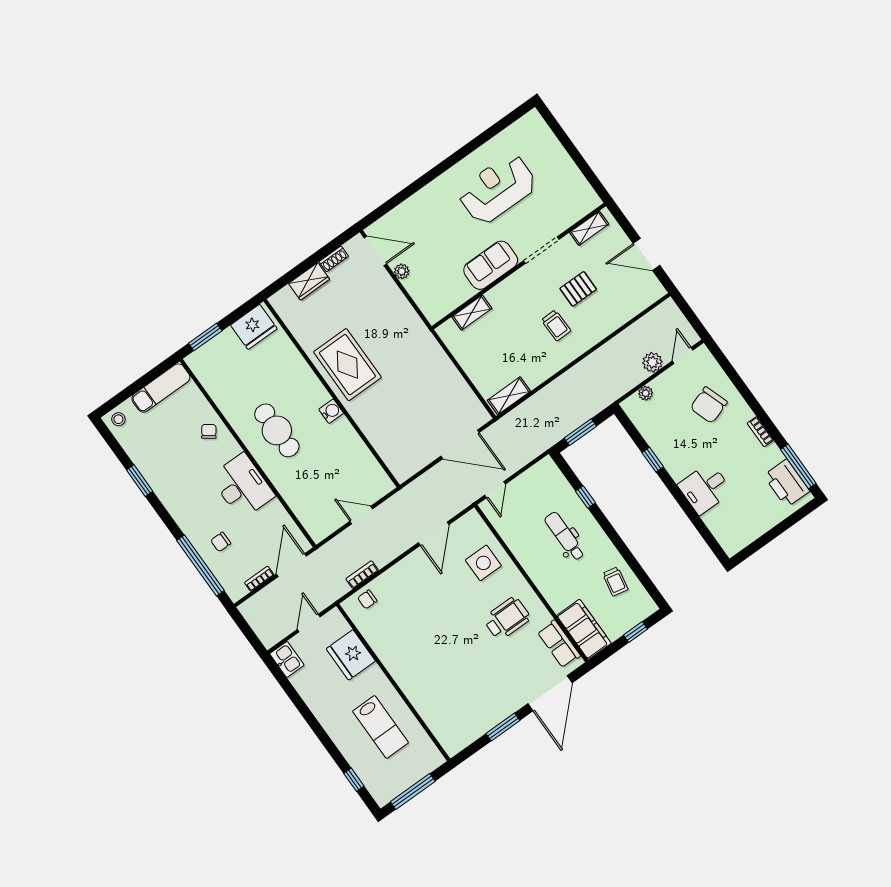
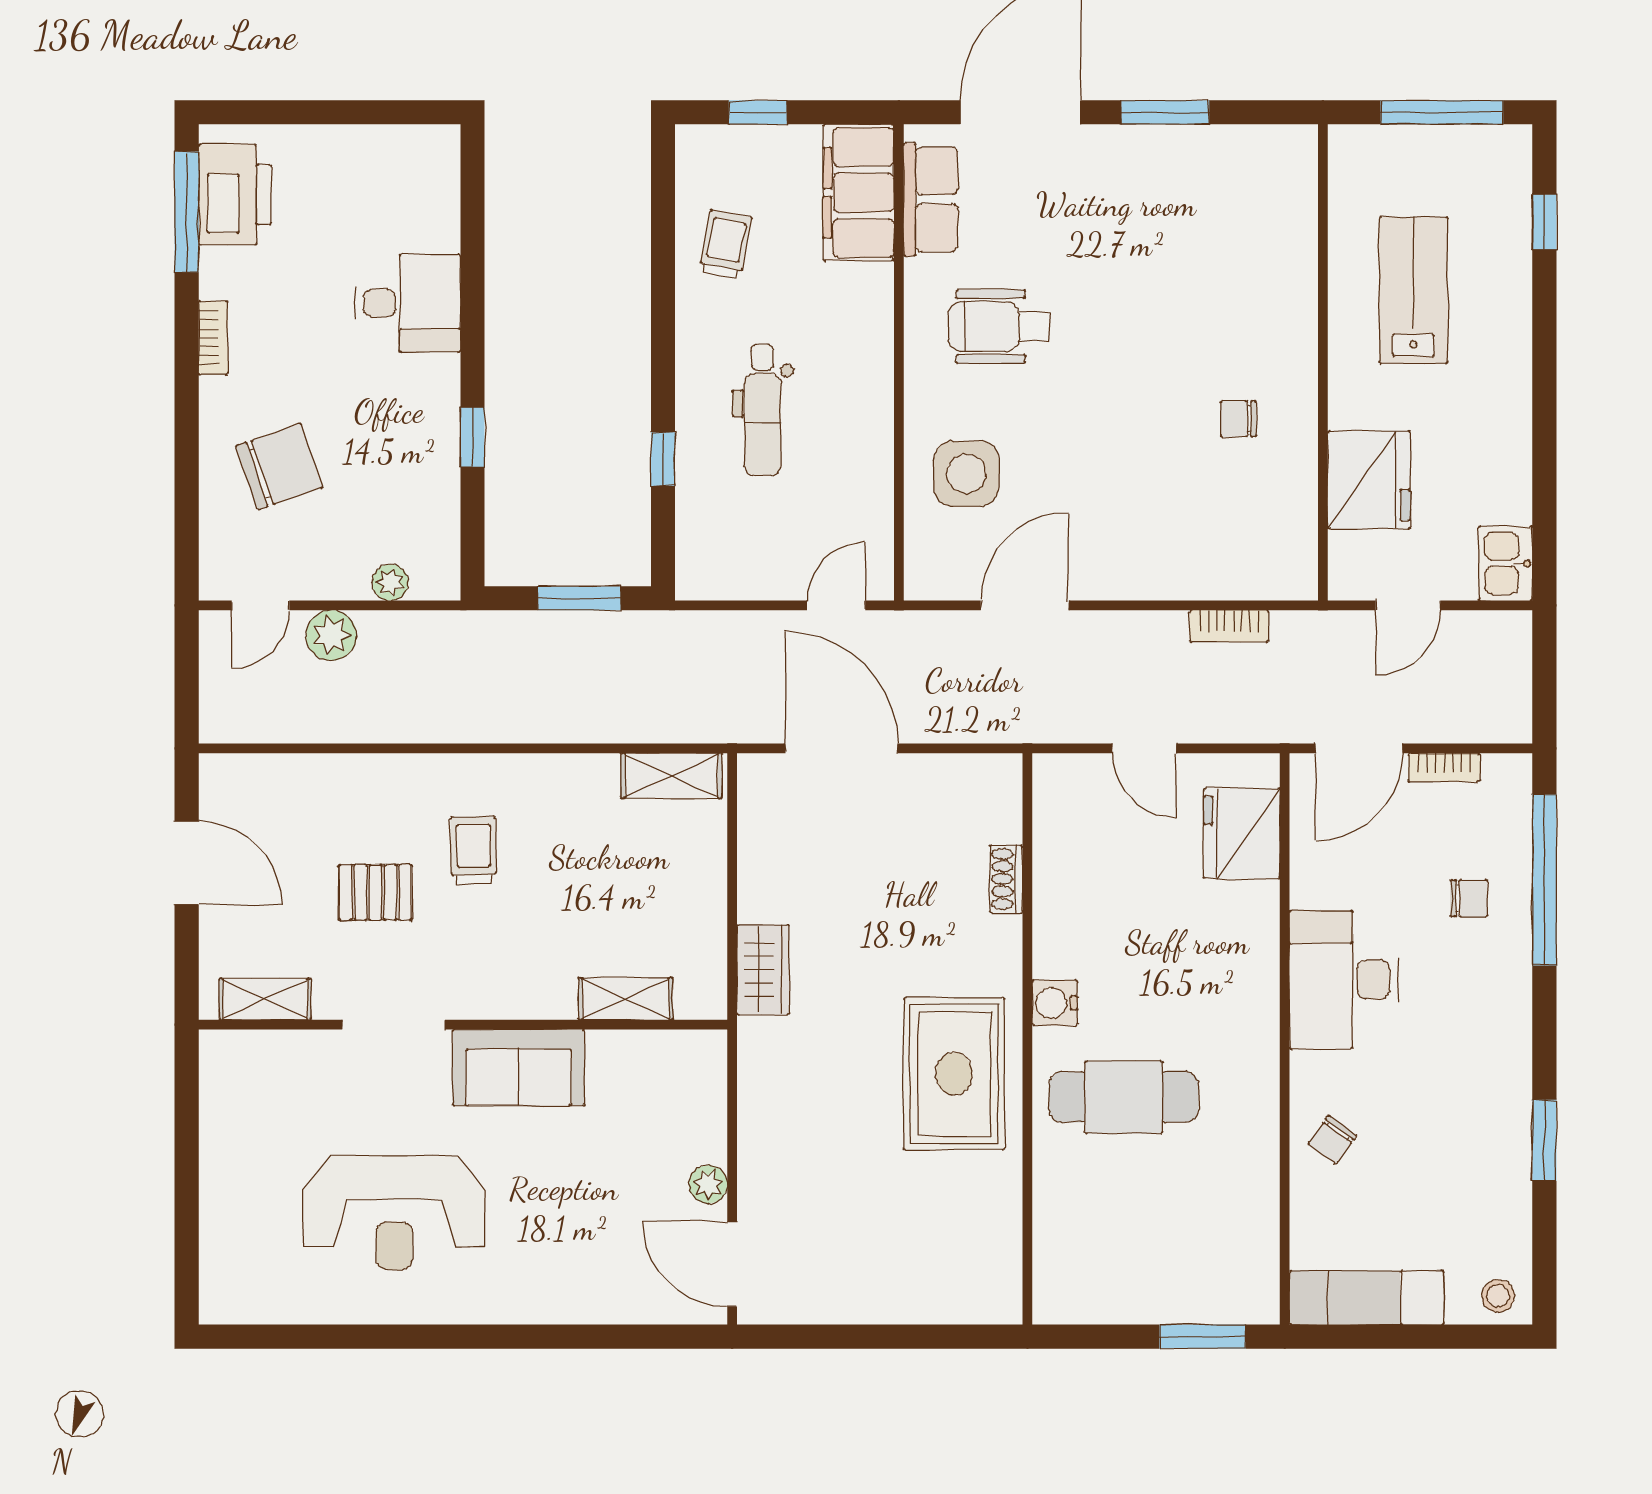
shoe rack: (334, 259) -> (1006, 879), moved, turned -90
wardrobe: (309, 281) -> (763, 970), moved, turned 90
fridge: (254, 327) -> (1242, 834), moved, turned -90
cafe table: (277, 430) -> (1124, 1097), moved, turned 90
chair: (367, 599) -> (1239, 419), moved, turned 180

